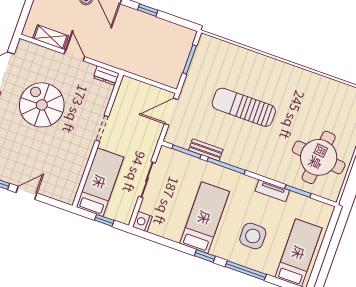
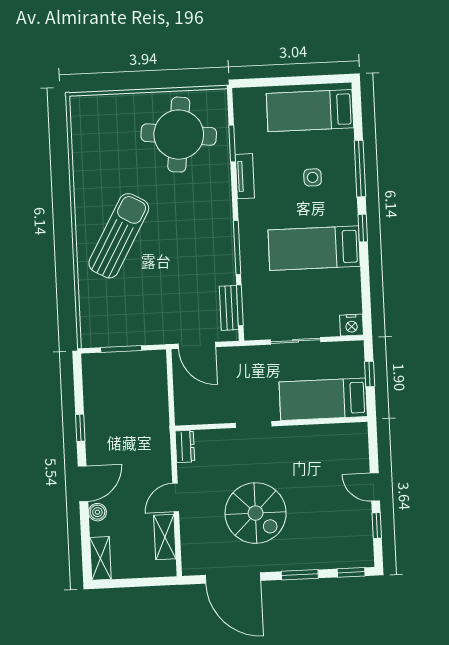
spiral stairs: (42, 105) -> (256, 513), turned -90
sun lounger: (244, 107) -> (119, 236), moved, turned -151
bench: (206, 150) -> (229, 308), moved
side table: (253, 236) -> (313, 177), width x0.54, depth x0.54

